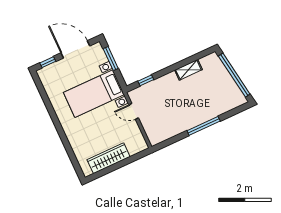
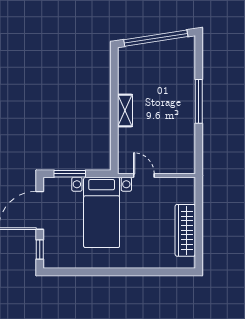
shelving: (188, 70) -> (125, 110), moved
window: (146, 80) -> (114, 145), removed
door: (134, 111) -> (144, 176), swing flipped

